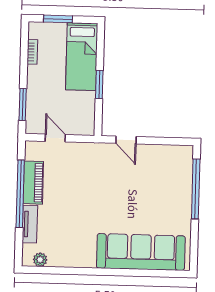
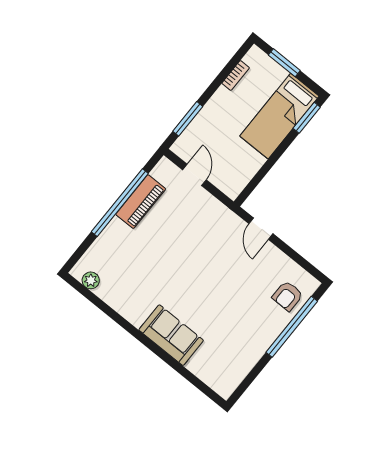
window: (99, 84) -> (307, 118), moved
armchair: (177, 171) -> (288, 296), added
tv unit: (30, 224) -> (107, 239), removed
sofa: (141, 252) -> (171, 335), width x0.54, depth x0.79

